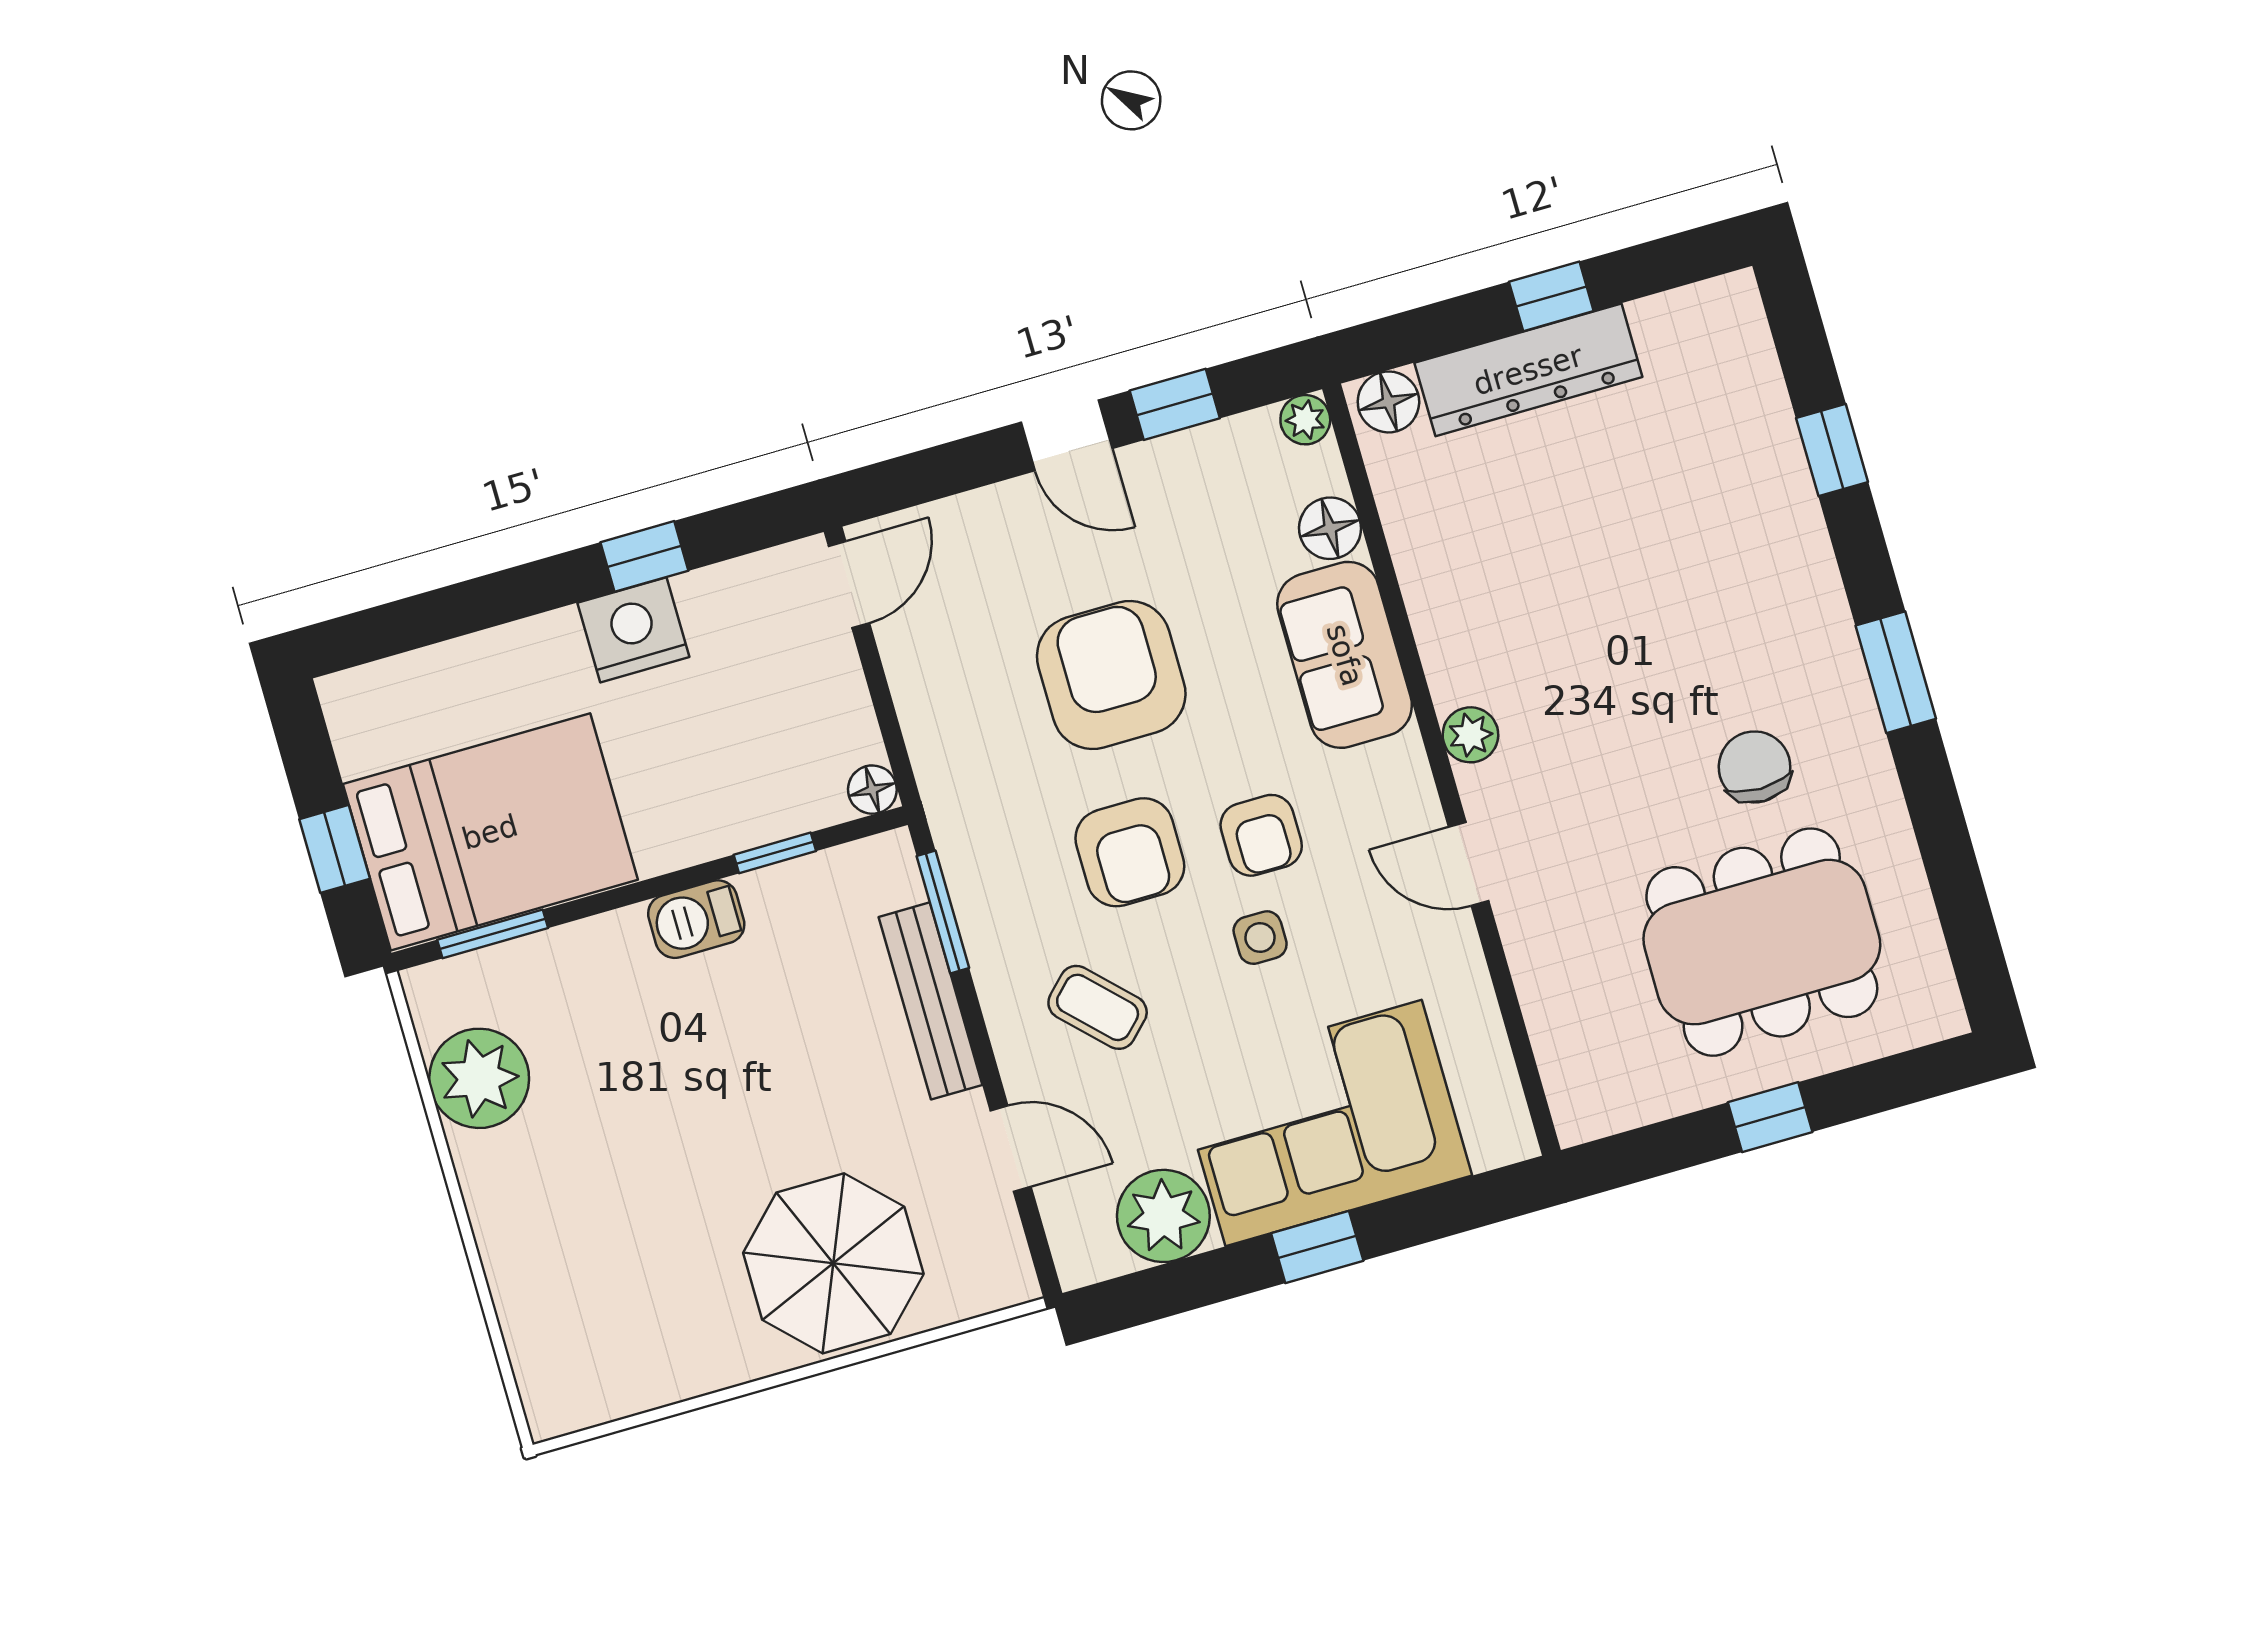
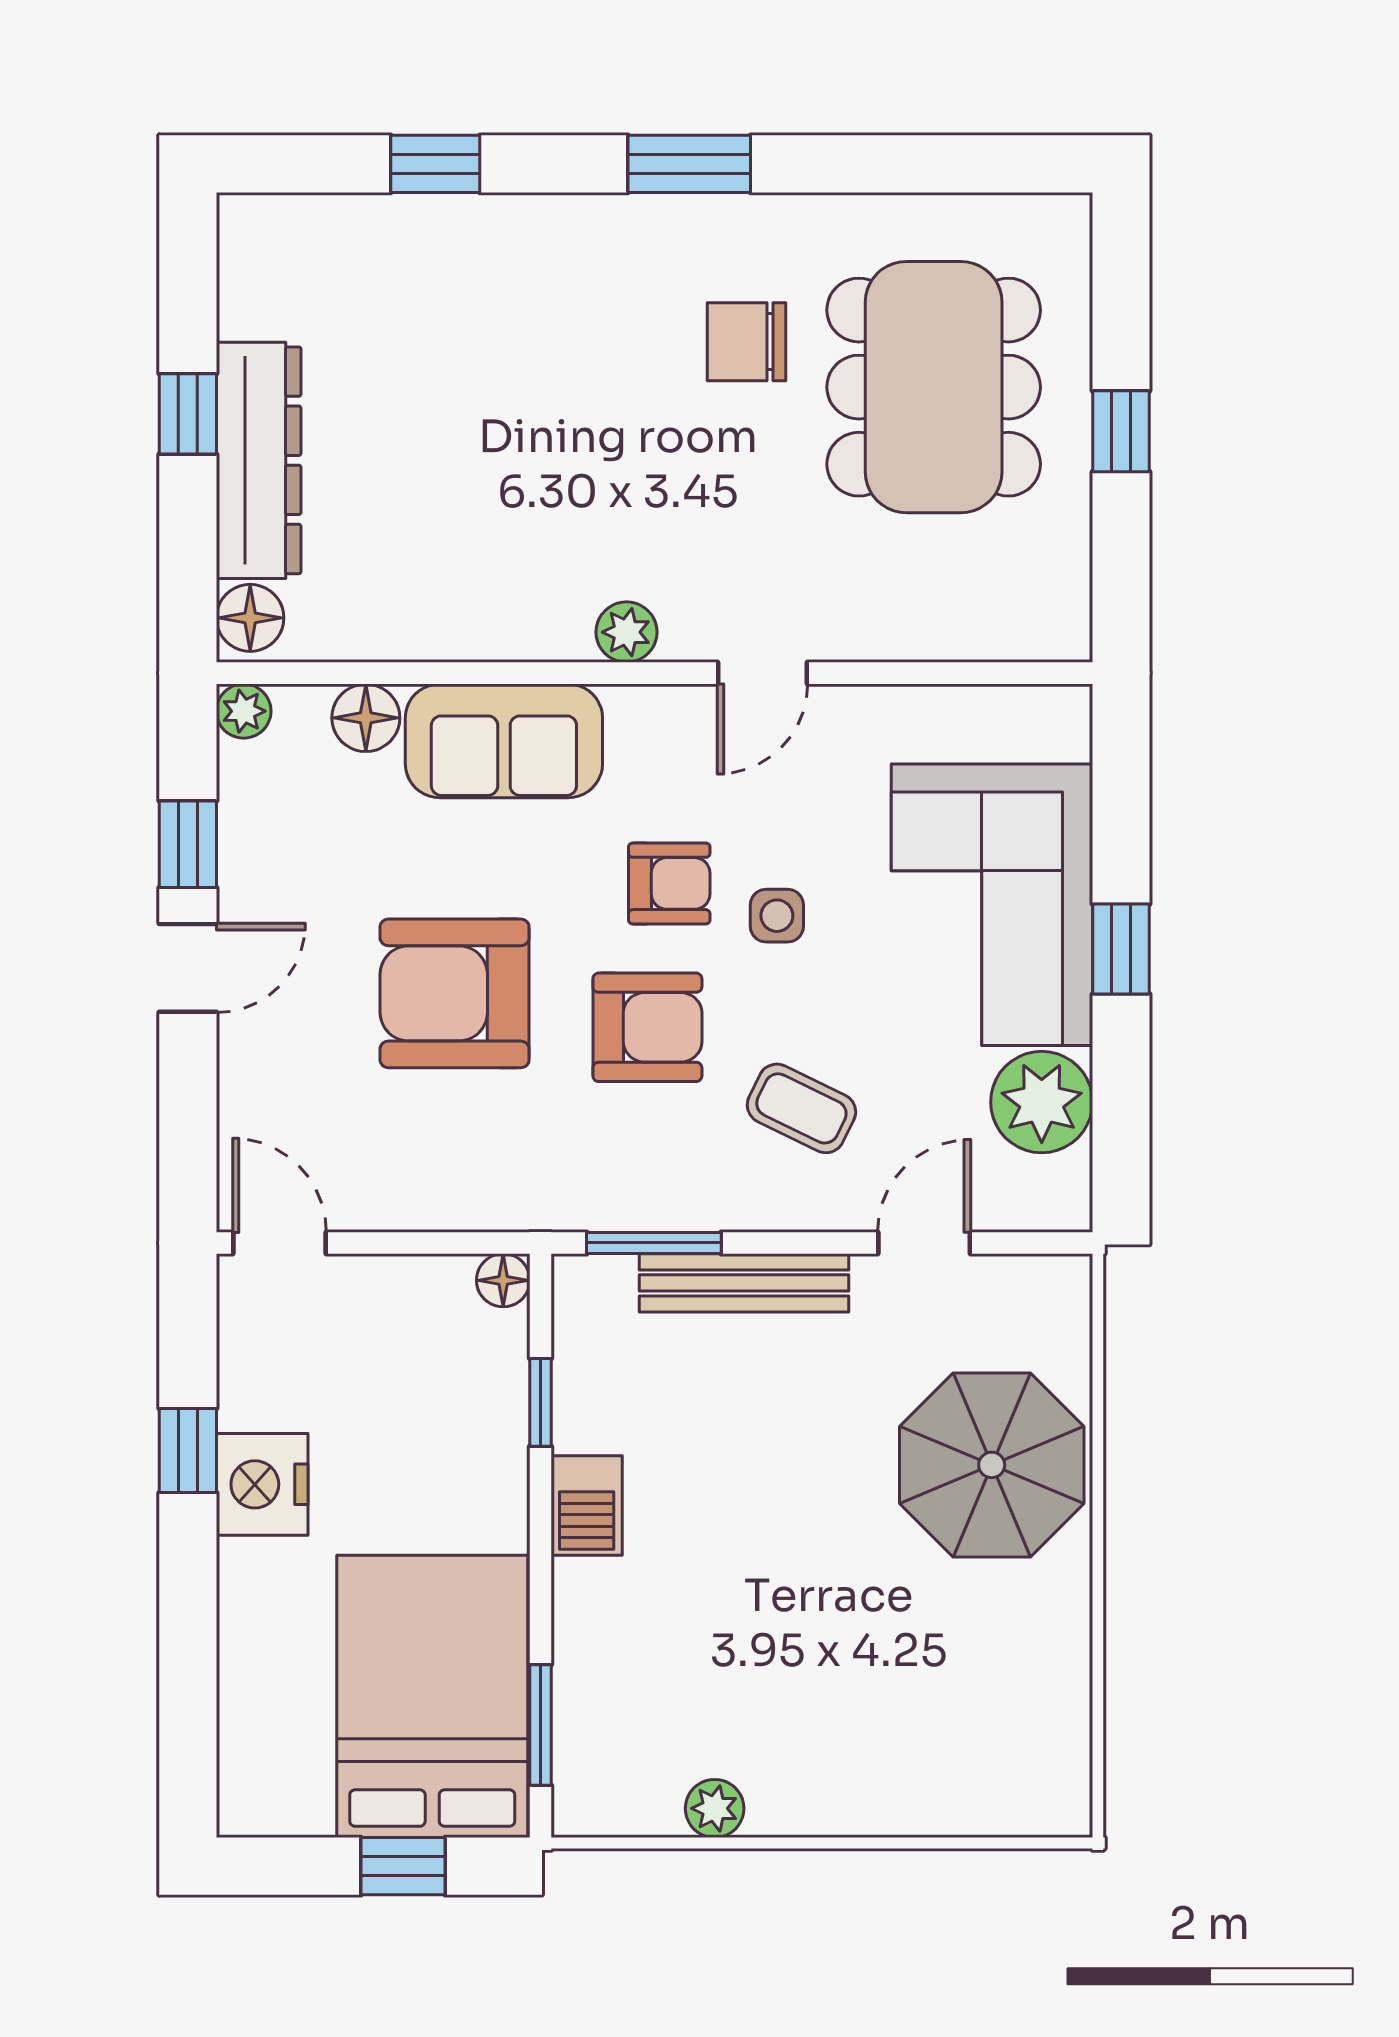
coffee table: (1098, 1007) -> (801, 1108), turned 71
plant: (479, 1078) -> (715, 1808), width x0.53, depth x0.53

